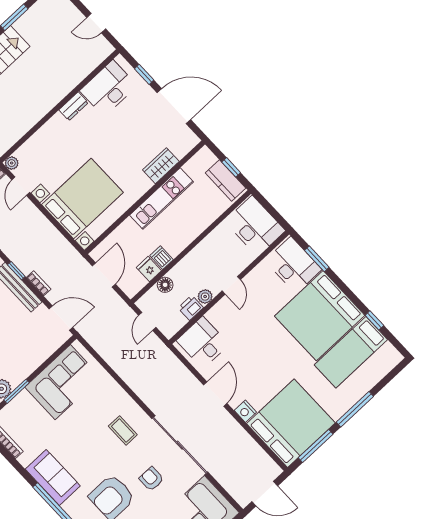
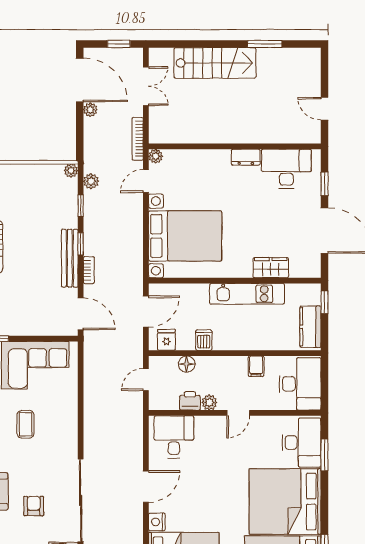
window: (231, 167) -> (324, 302), moved
filing cabinet: (214, 242) -> (256, 366), added
fridge: (149, 269) -> (166, 340), moved
coffee table: (123, 430) -> (25, 424), moved

